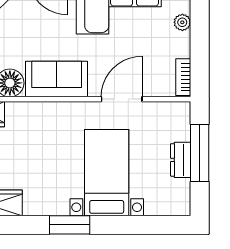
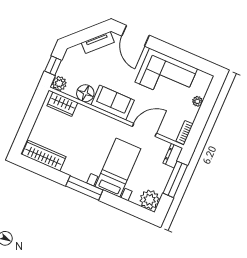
dresser: (181, 160) -> (173, 156), moved
plant: (175, 200) -> (150, 200), added
window: (70, 225) -> (84, 188), width x1.44

